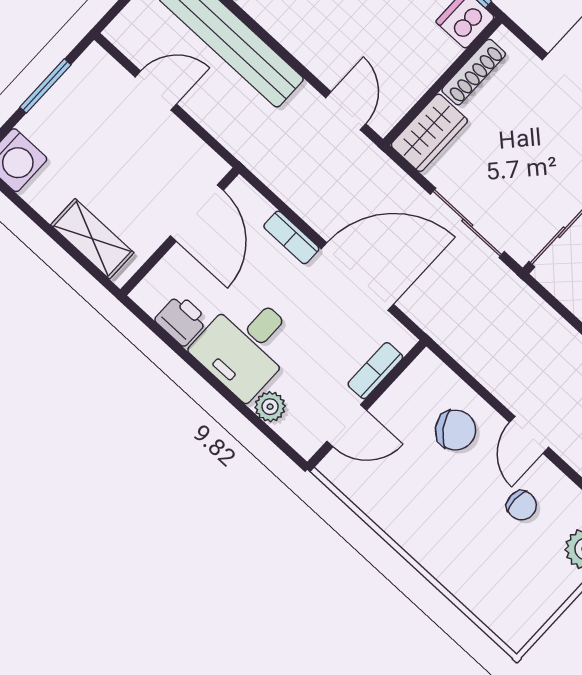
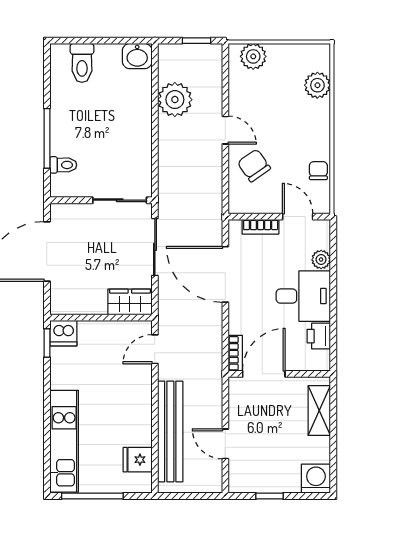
shoe rack: (474, 72) -> (84, 307), removed
window: (45, 86) -> (270, 496), width x0.67
bookcase: (291, 237) -> (235, 353), moved
door: (529, 435) -> (225, 130), hinge flipped
chair: (522, 505) -> (318, 171), moved
plant: (481, 594) -> (317, 85), added

